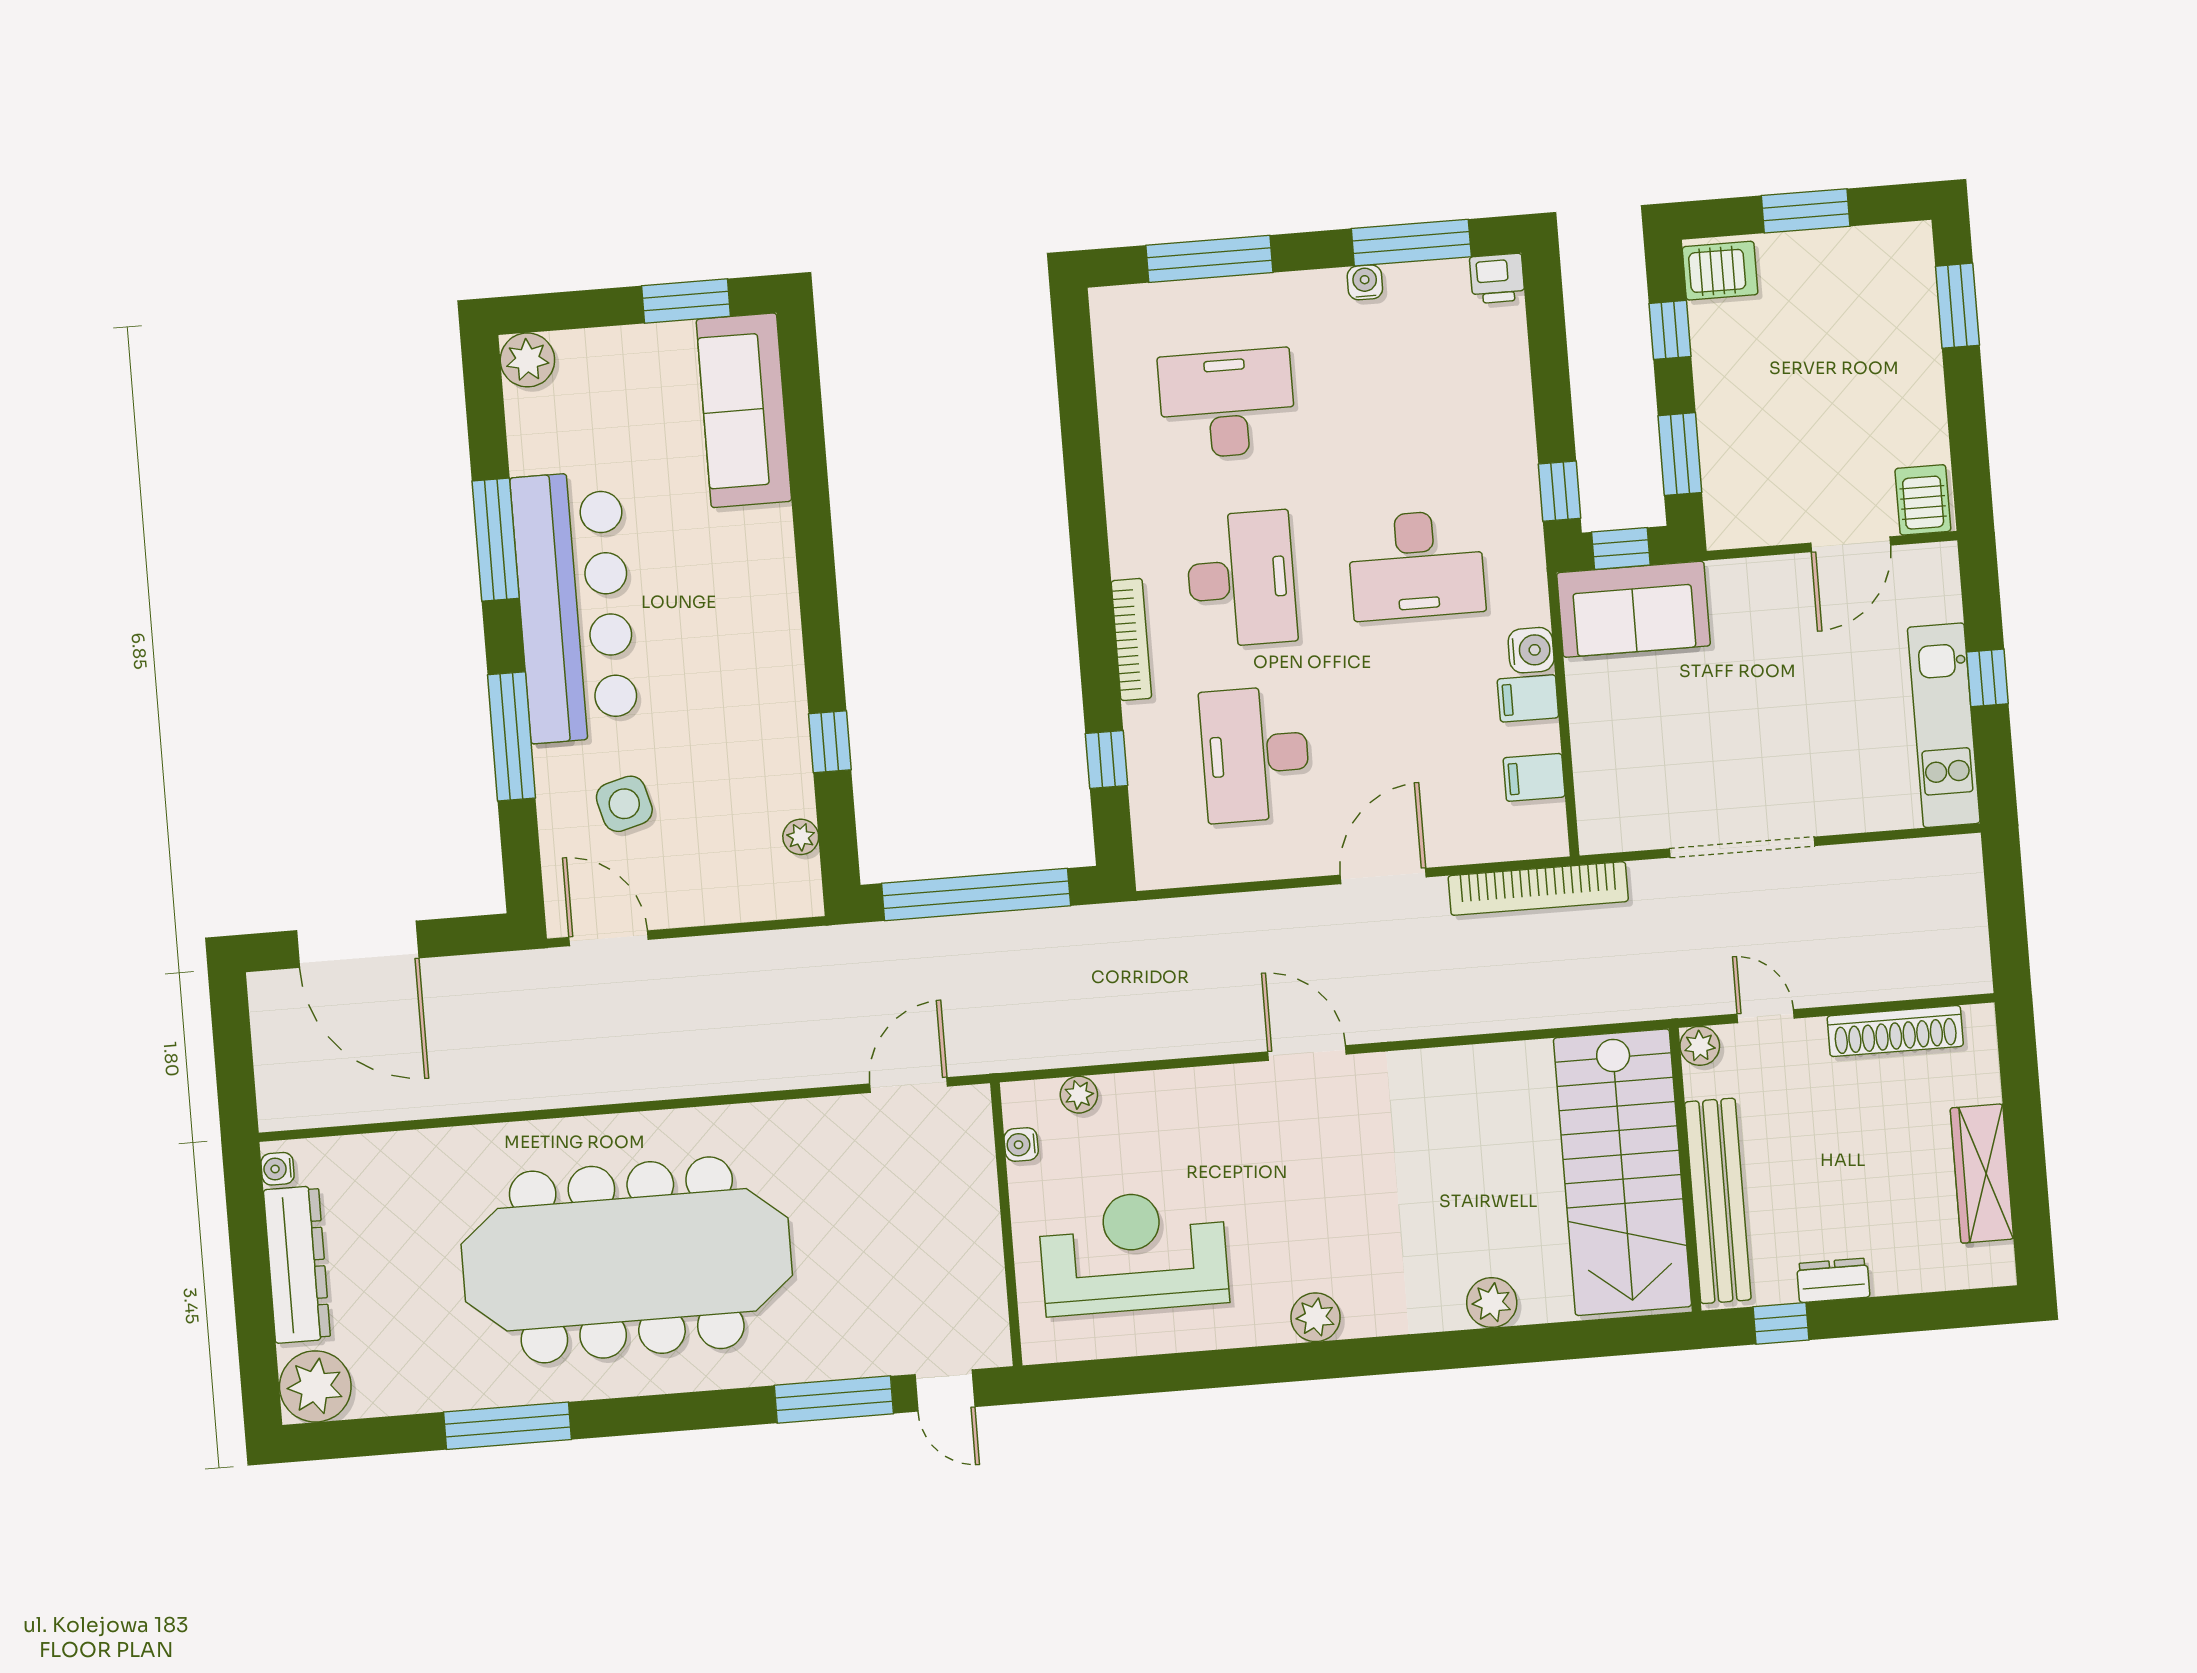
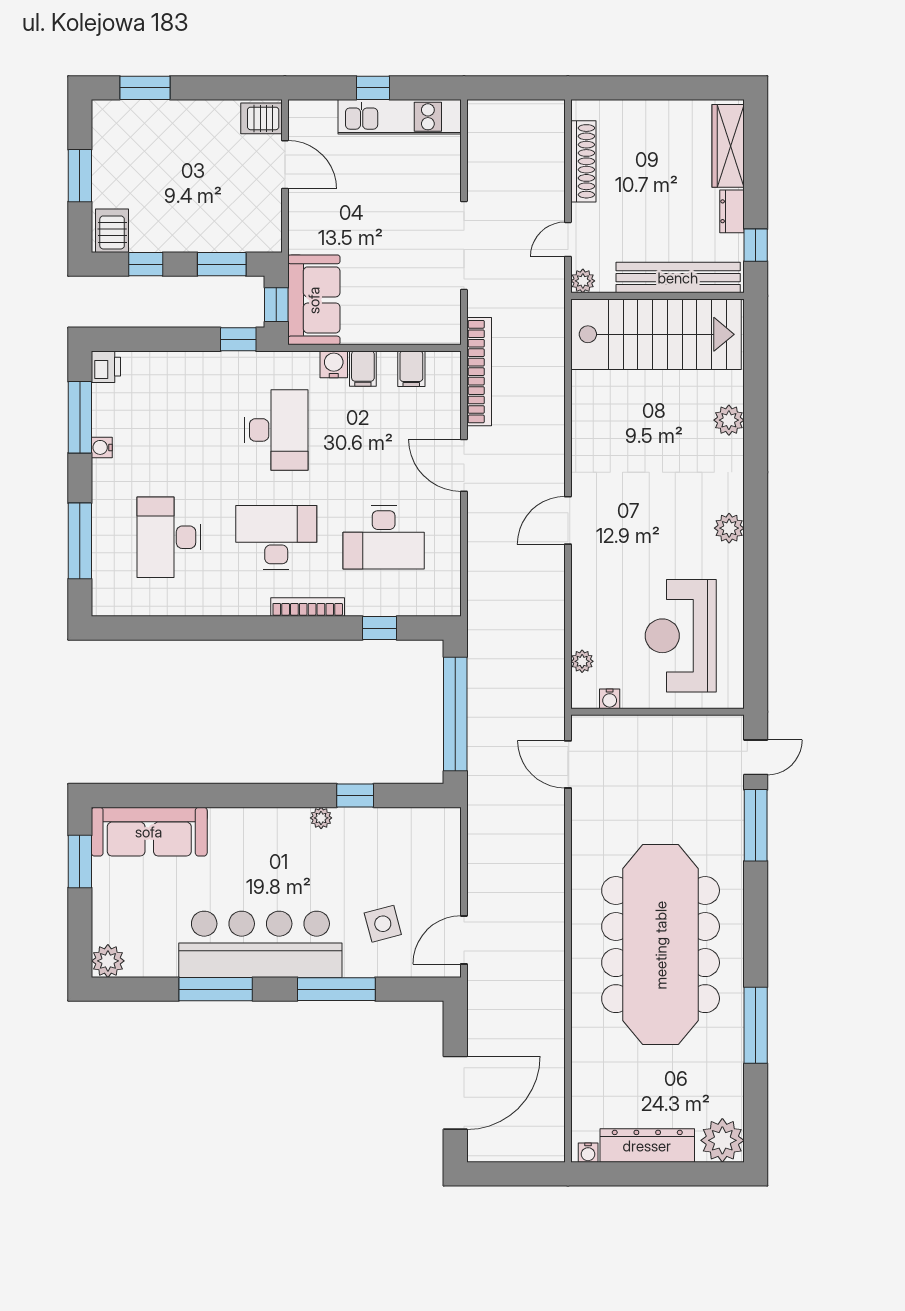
plant: (801, 837) -> (321, 818), moved
wardrobe: (1982, 1174) -> (728, 146), moved, turned 90

